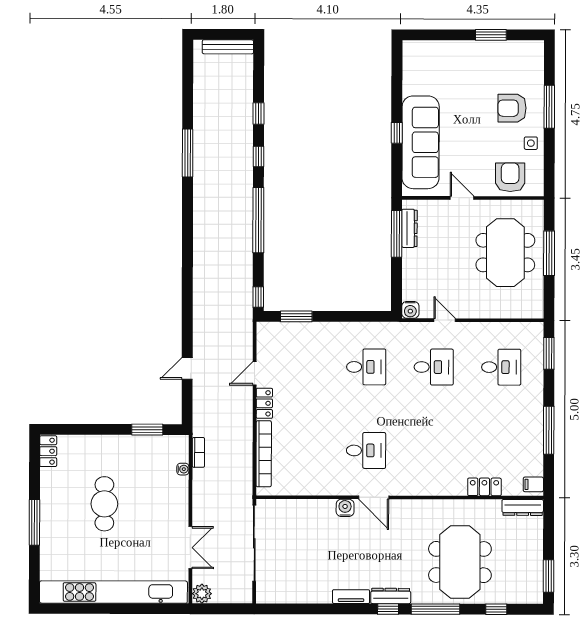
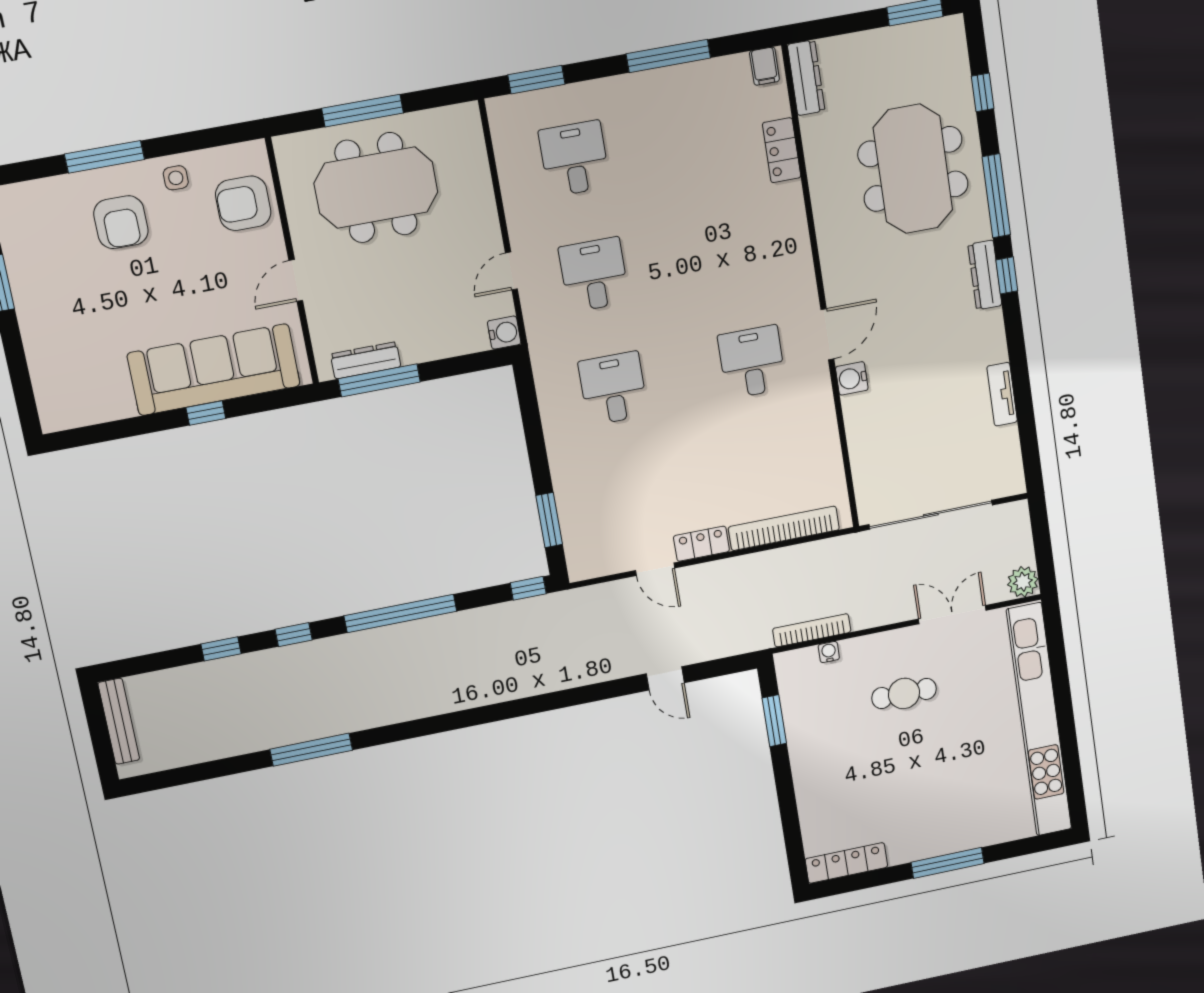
locker: (48, 451) -> (846, 863), width x1.53
bookcase: (198, 452) -> (812, 630), width x1.56
cafe table: (104, 504) -> (904, 693), moved, width x0.73, depth x0.74
meeting table: (460, 562) -> (913, 169), turned 90
tv unit: (351, 597) -> (1002, 394), moved

